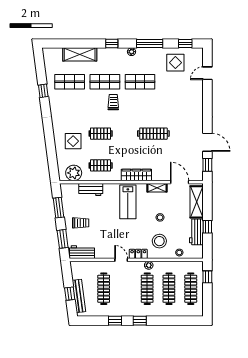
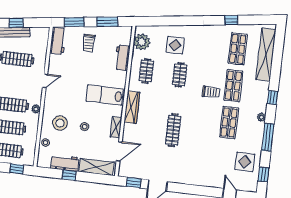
shelving: (80, 54) -> (266, 55), width x1.47
locker: (138, 254) -> (49, 100), removed

